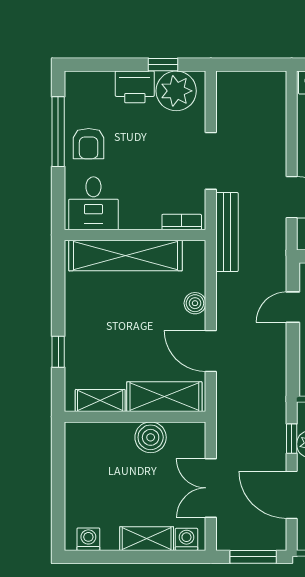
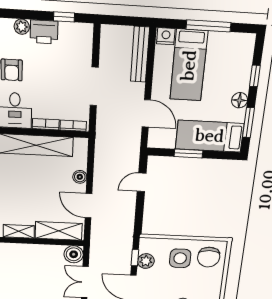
plant: (176, 91) -> (22, 27), moved, width x0.53, depth x0.53
bookcase: (140, 222) -> (46, 124), added
bench: (227, 232) -> (140, 54), moved
boiler: (151, 437) -> (74, 254), moved

